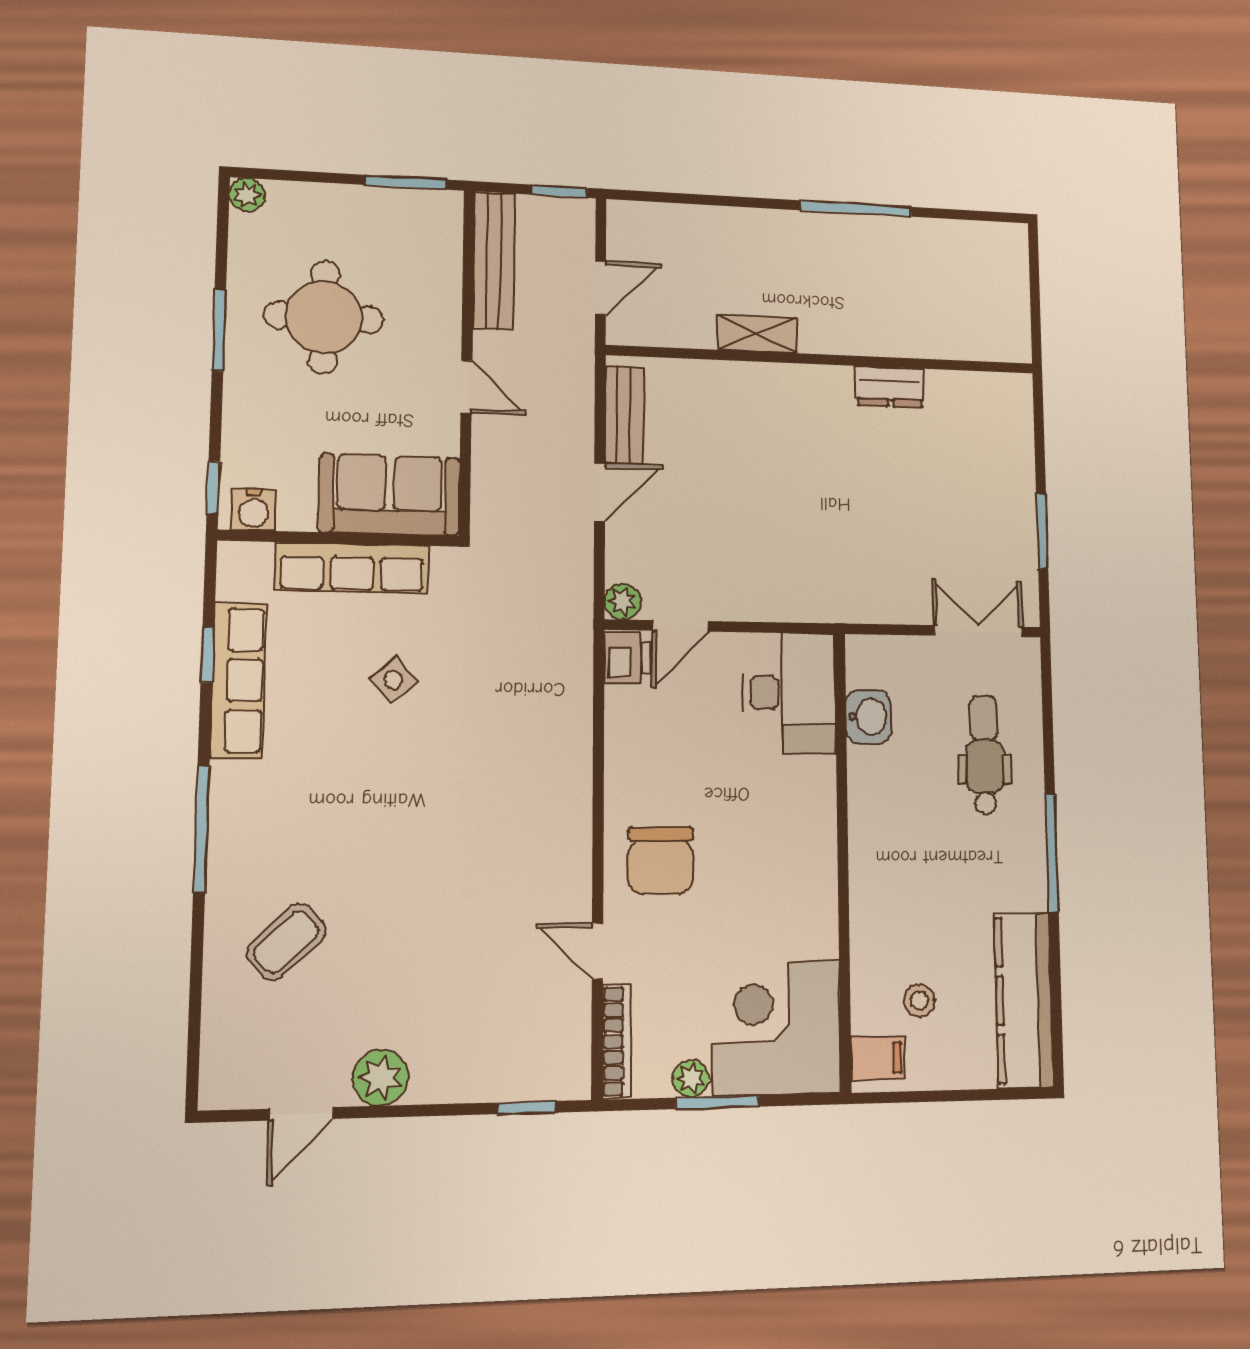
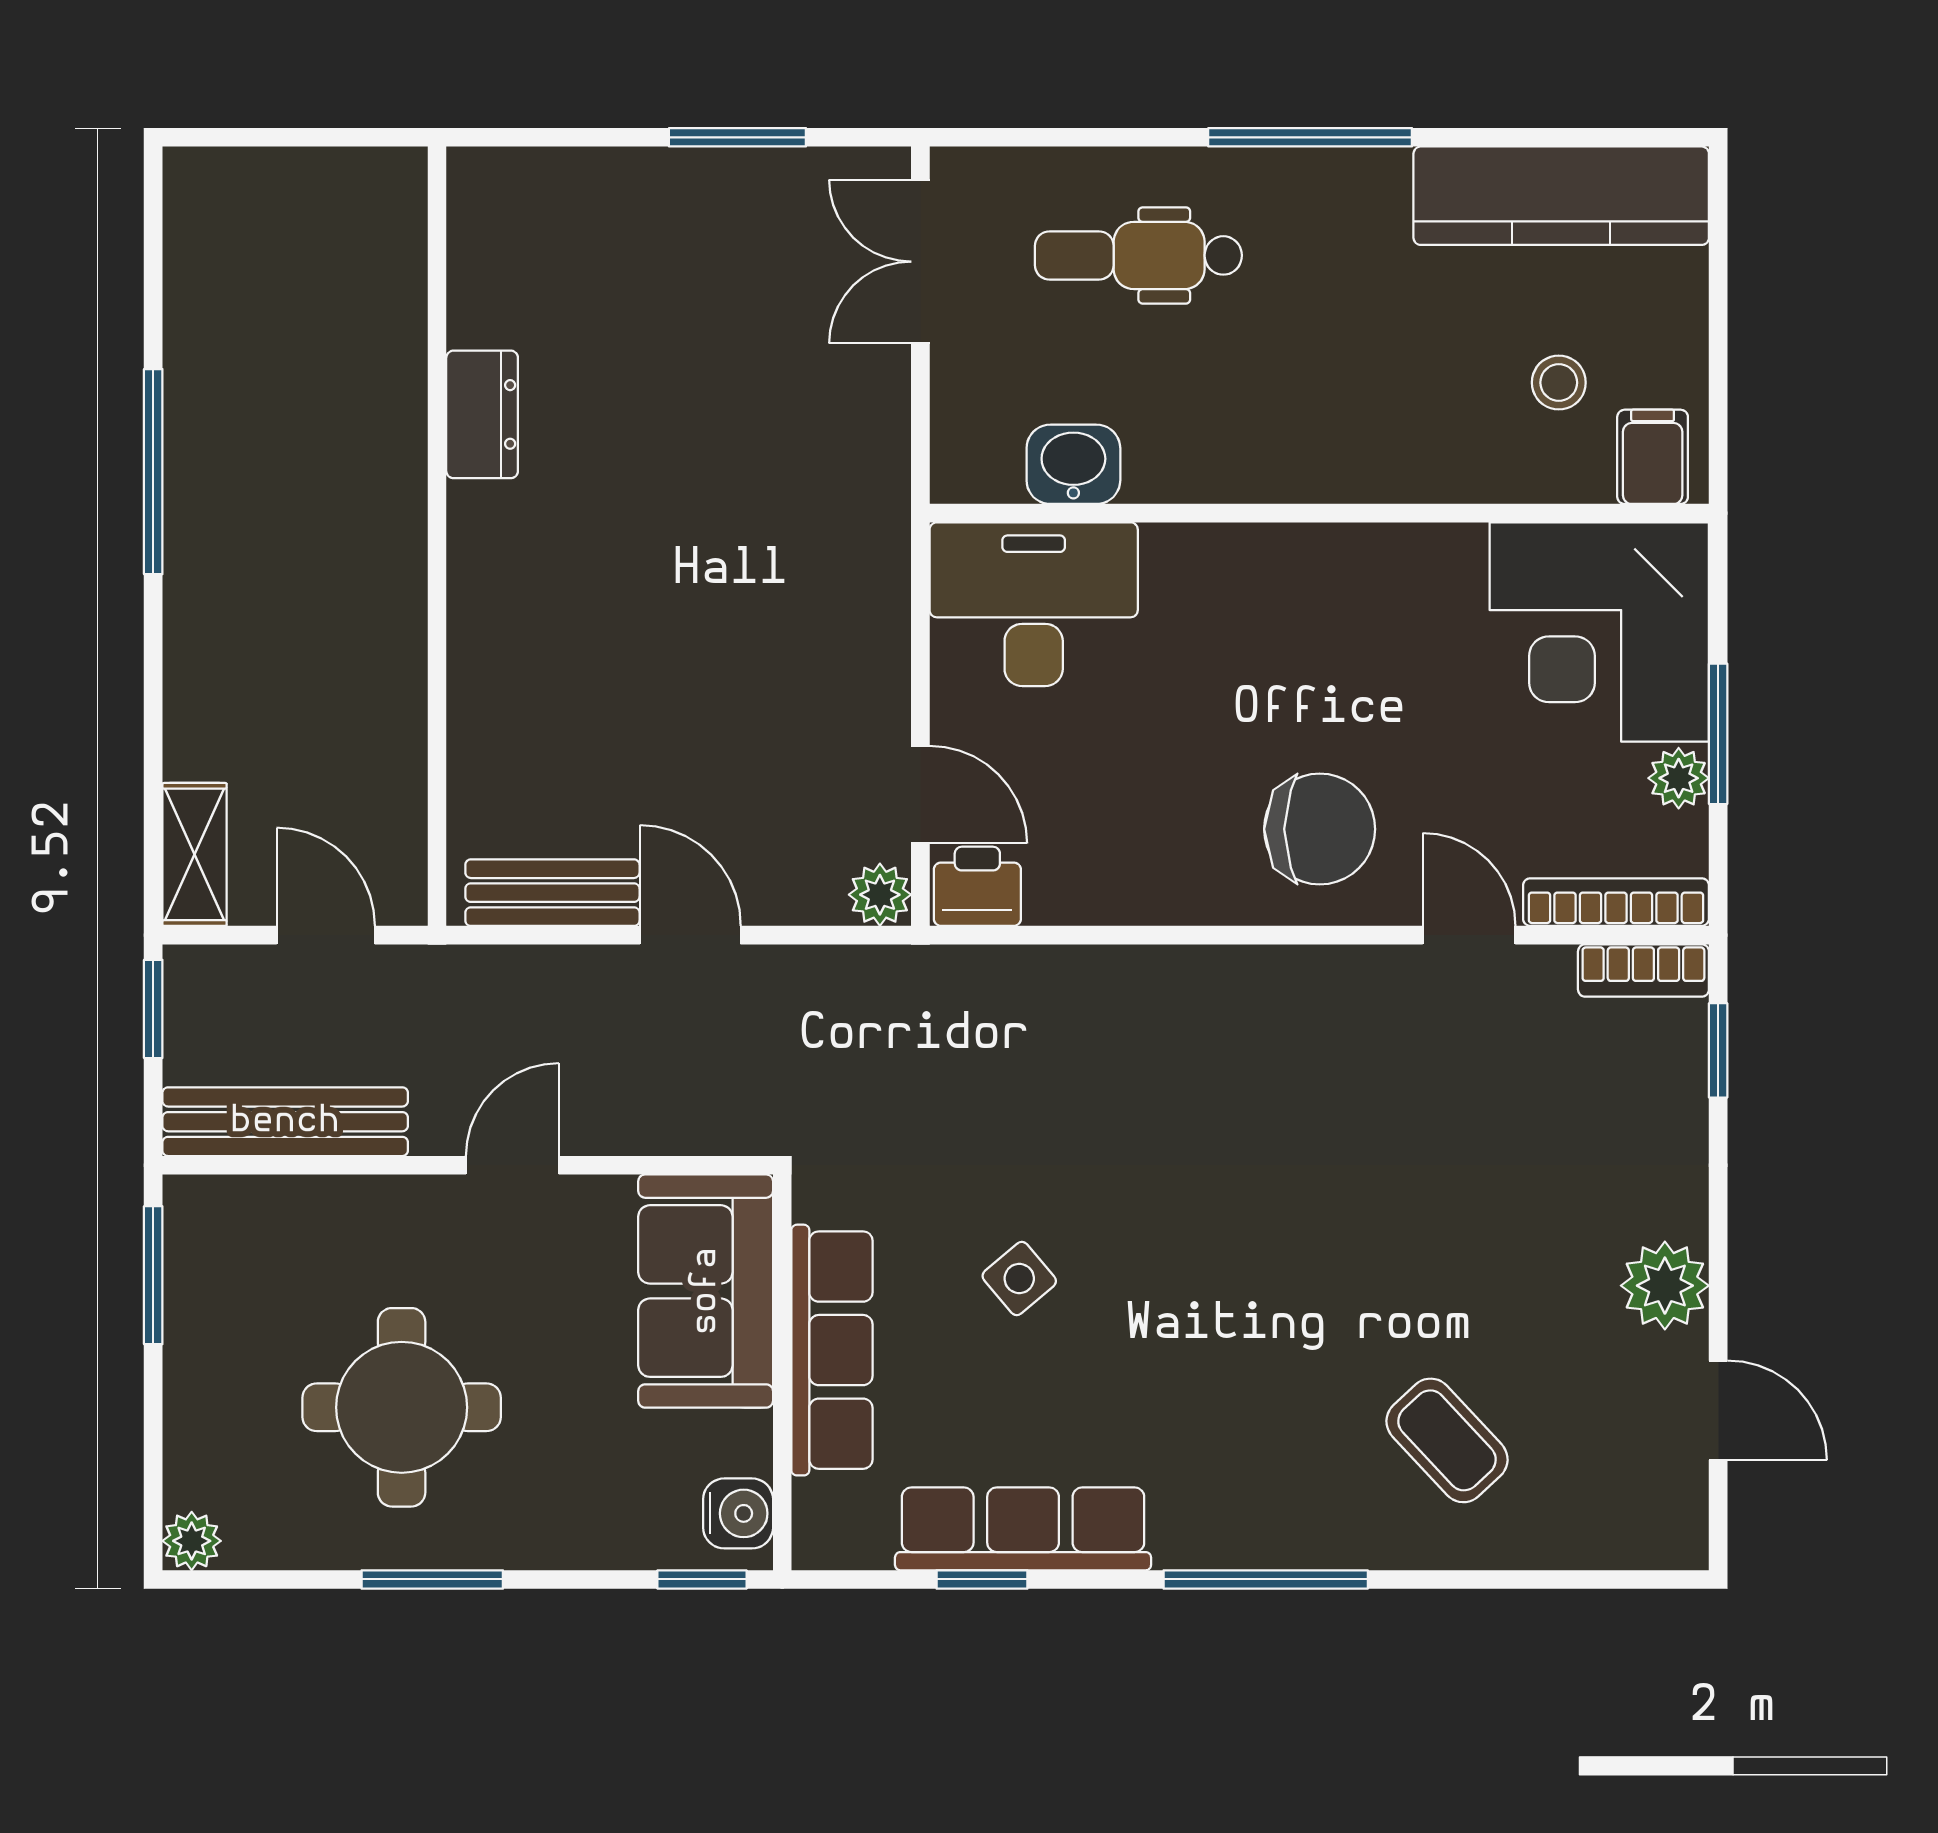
shelving: (757, 334) -> (195, 854), moved
door: (597, 952) -> (1469, 935), swing flipped
bookcase: (575, 1060) -> (1643, 970), added

